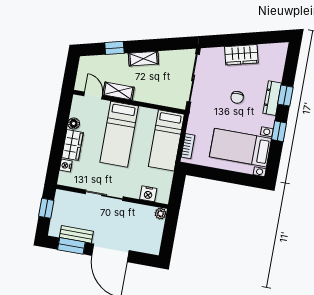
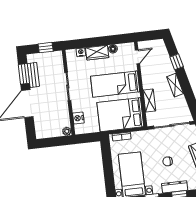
shelving: (118, 91) -> (149, 100), moved
bed: (166, 140) -> (120, 115), width x1.50

